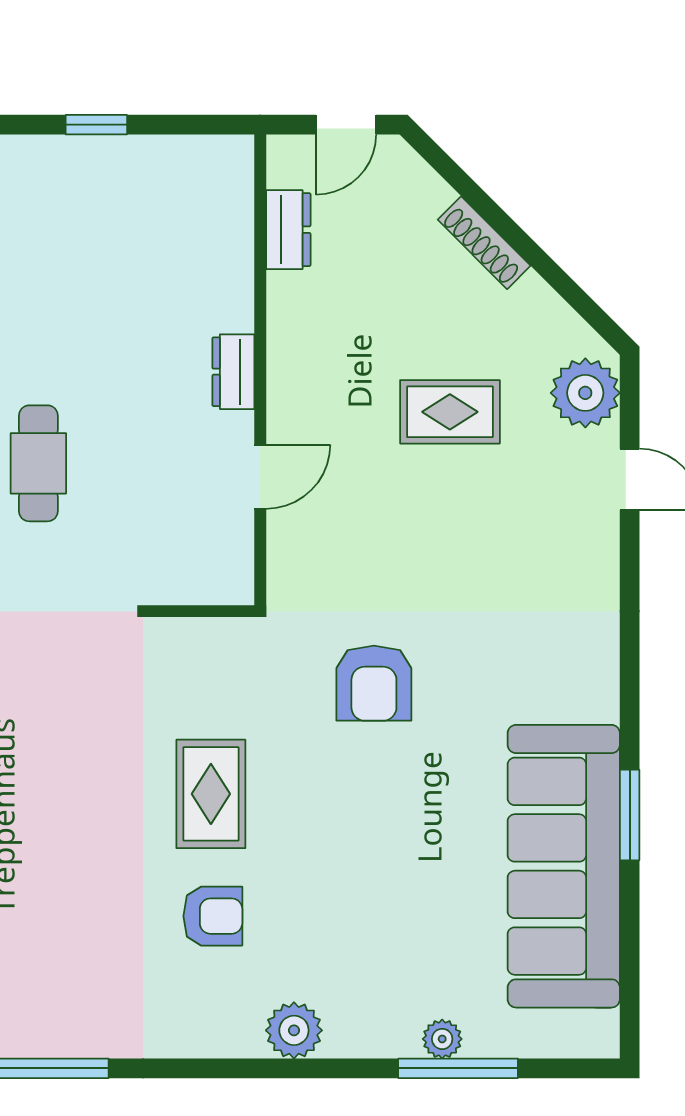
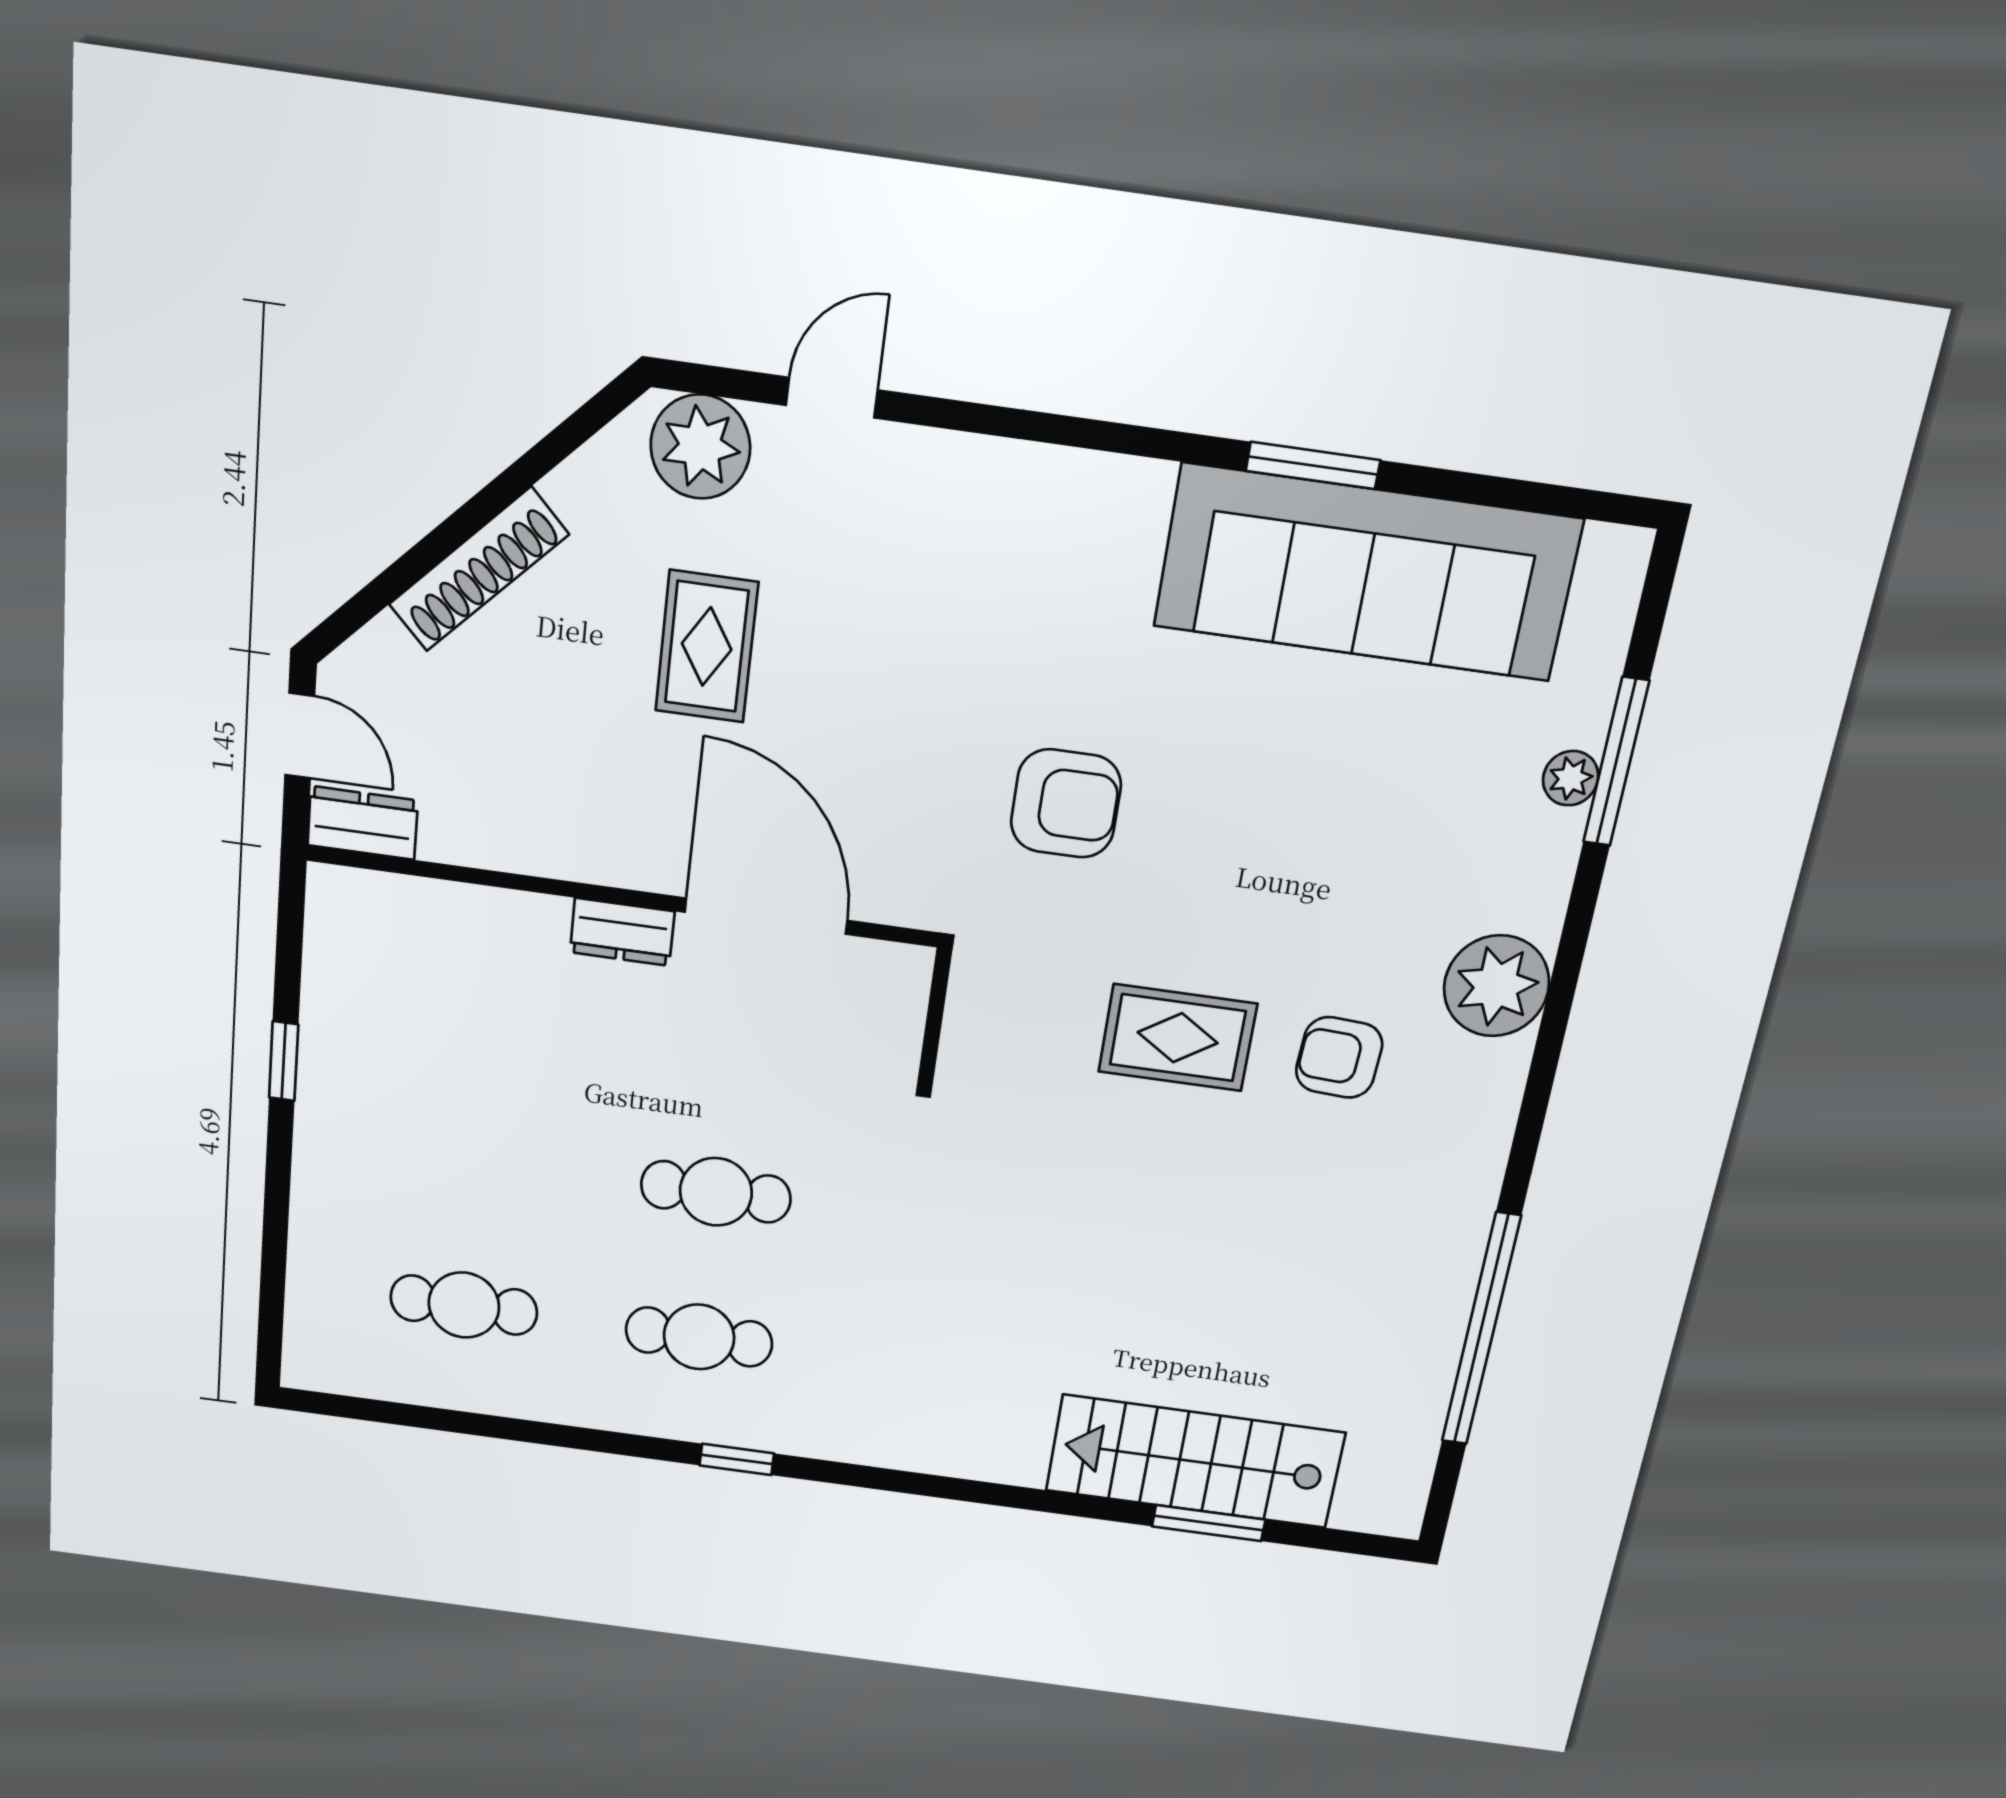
dresser: (288, 230) -> (363, 823), moved
shoe rack: (484, 243) -> (479, 569), width x1.36, depth x1.24
door: (260, 477) -> (766, 916), width x1.88
armchair: (213, 916) -> (1339, 1057), turned -87
plant: (294, 1030) -> (1496, 986), width x1.36, depth x1.36

